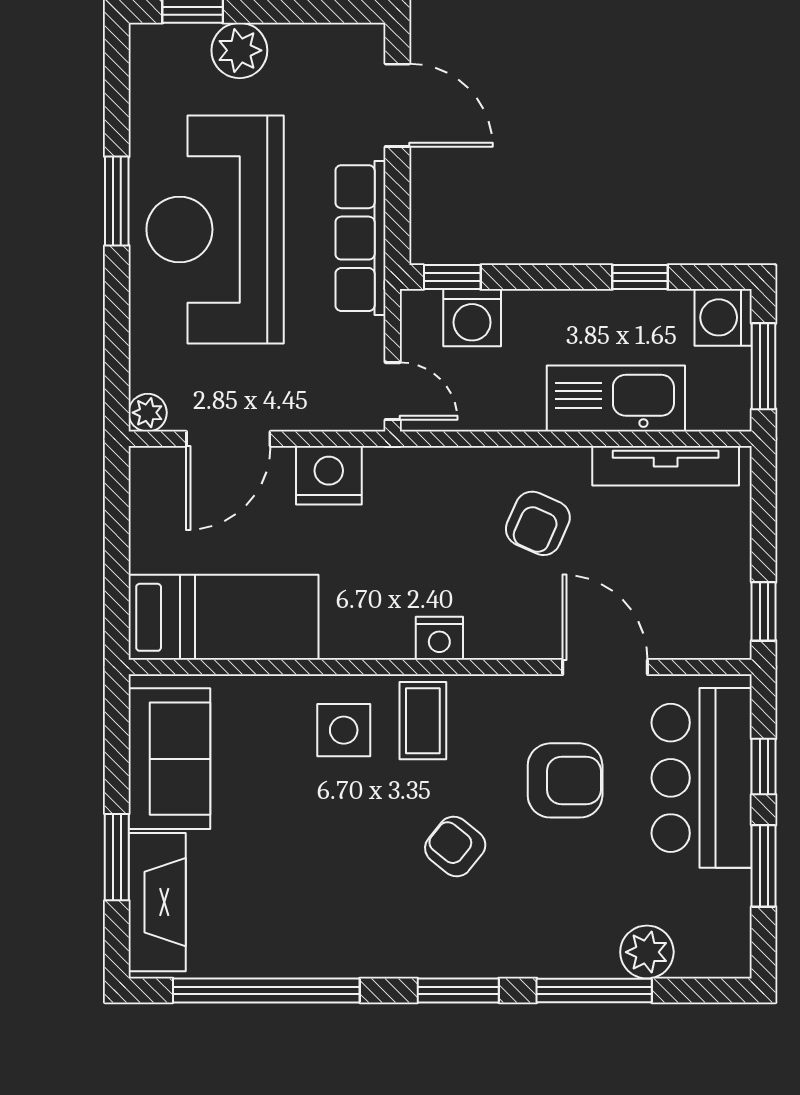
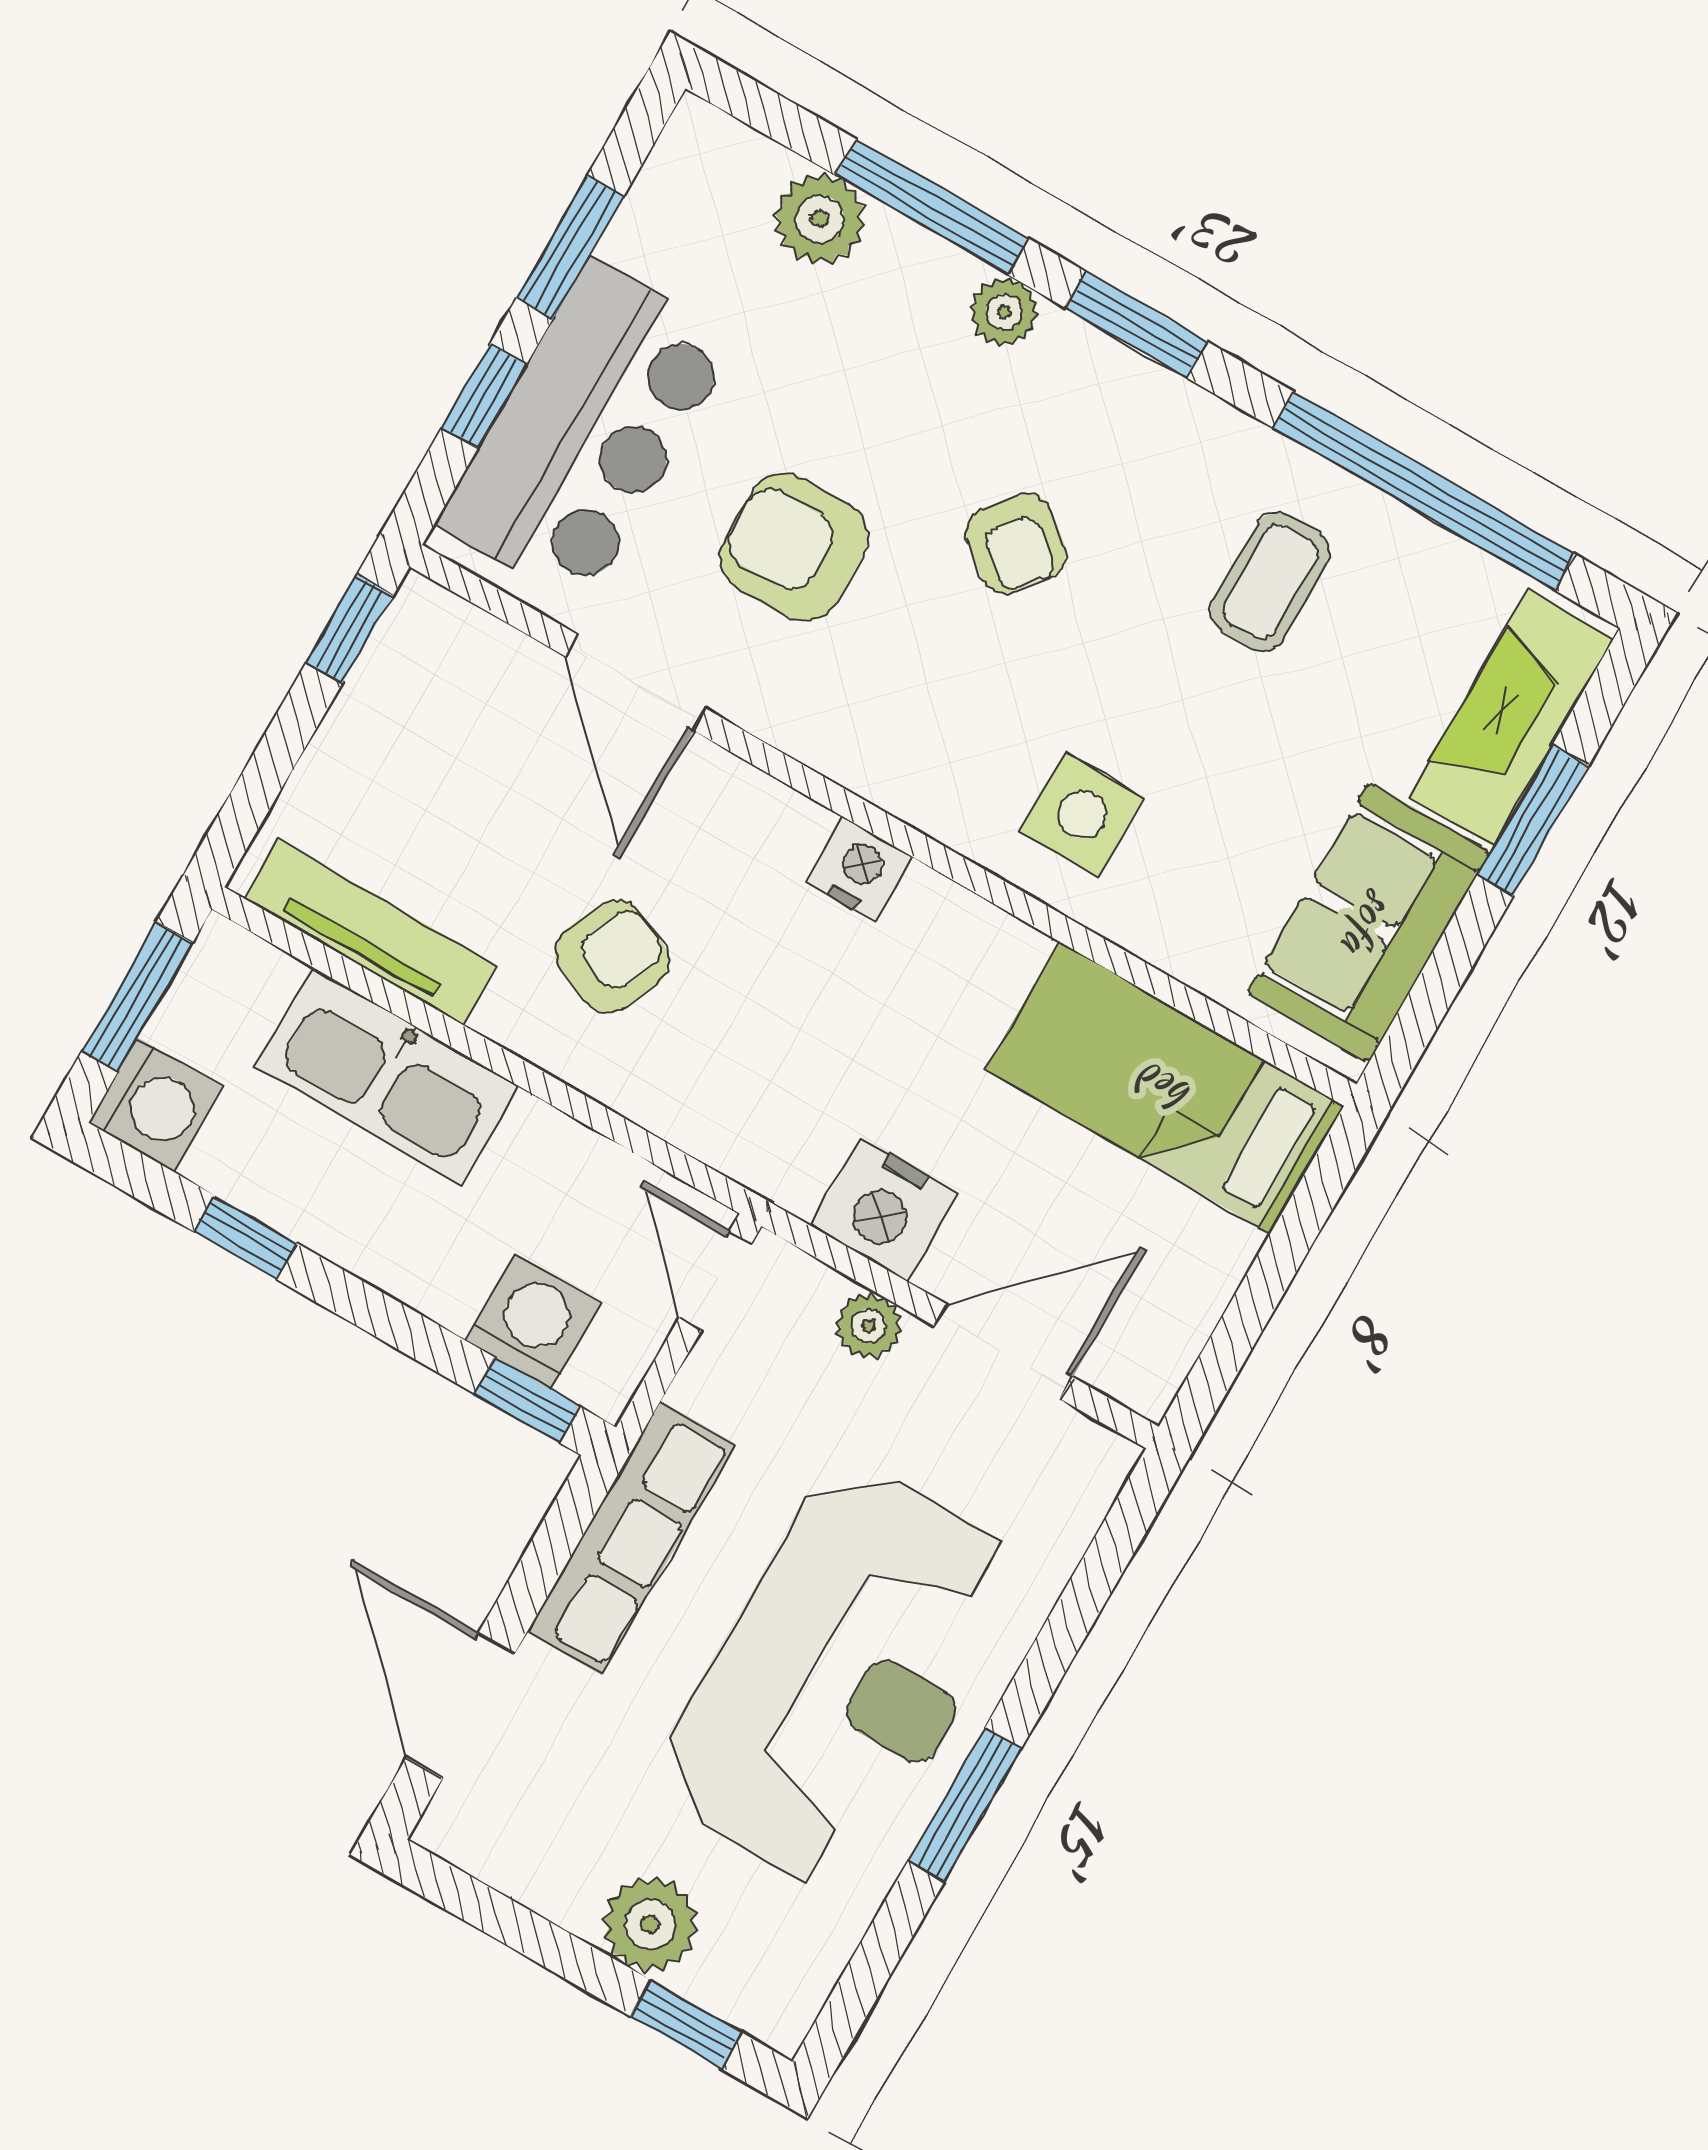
plant: (148, 413) -> (869, 1326), moved
coffee table: (423, 721) -> (1270, 582), moved
plant: (528, 959) -> (1004, 312), added

